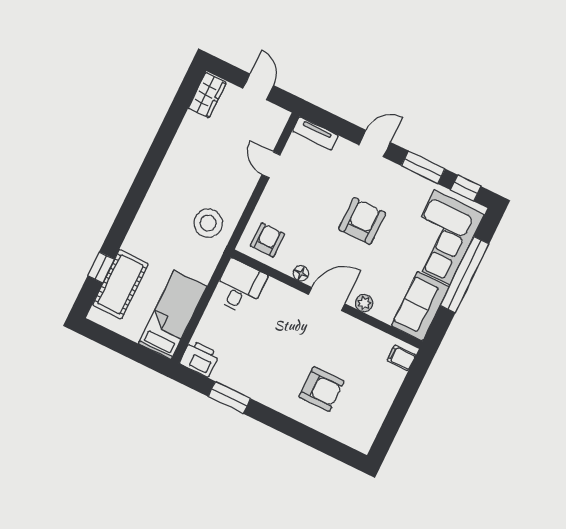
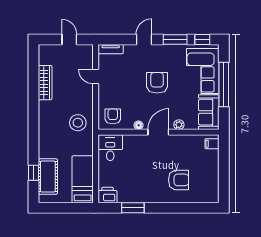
wardrobe: (207, 95) -> (45, 83), moved, width x1.50

